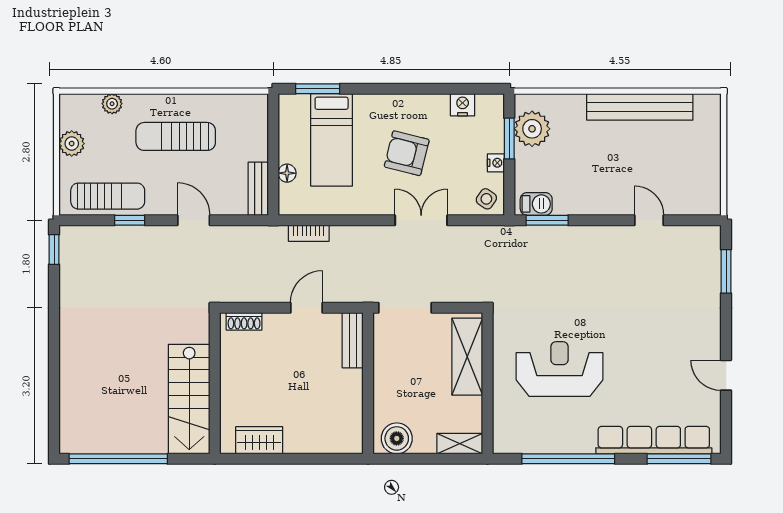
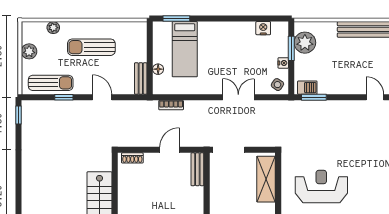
armchair: (407, 153) -> (230, 57), removed

